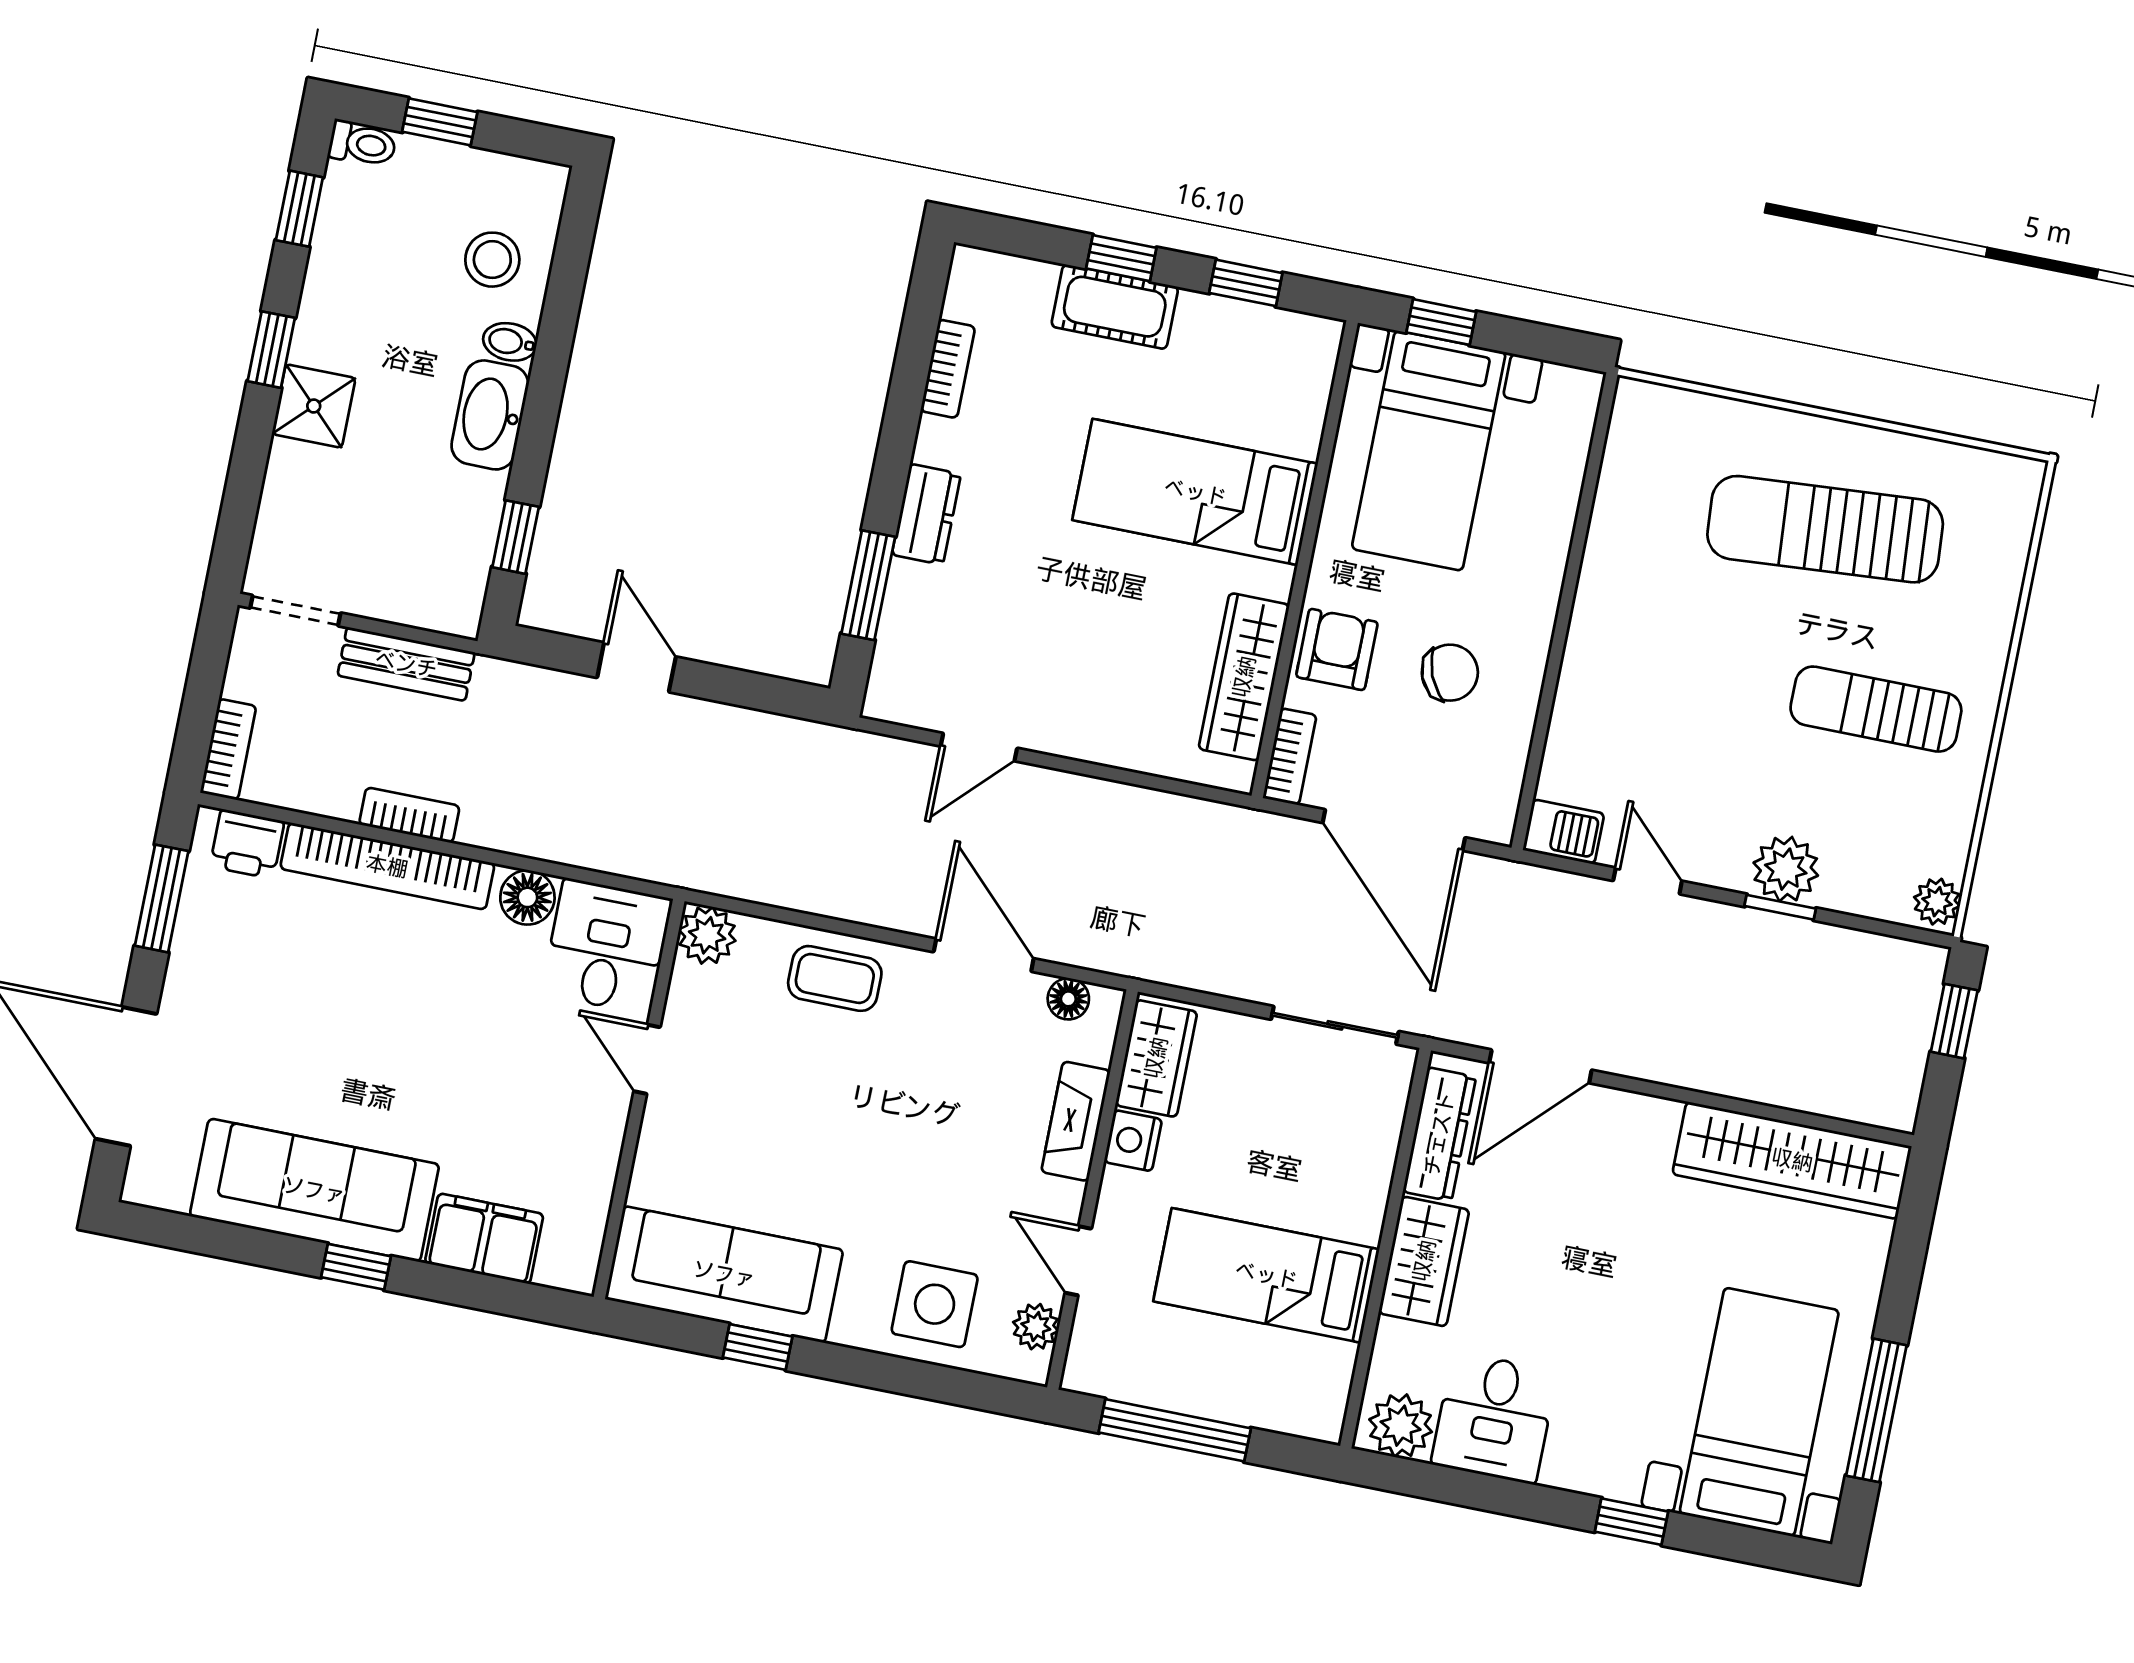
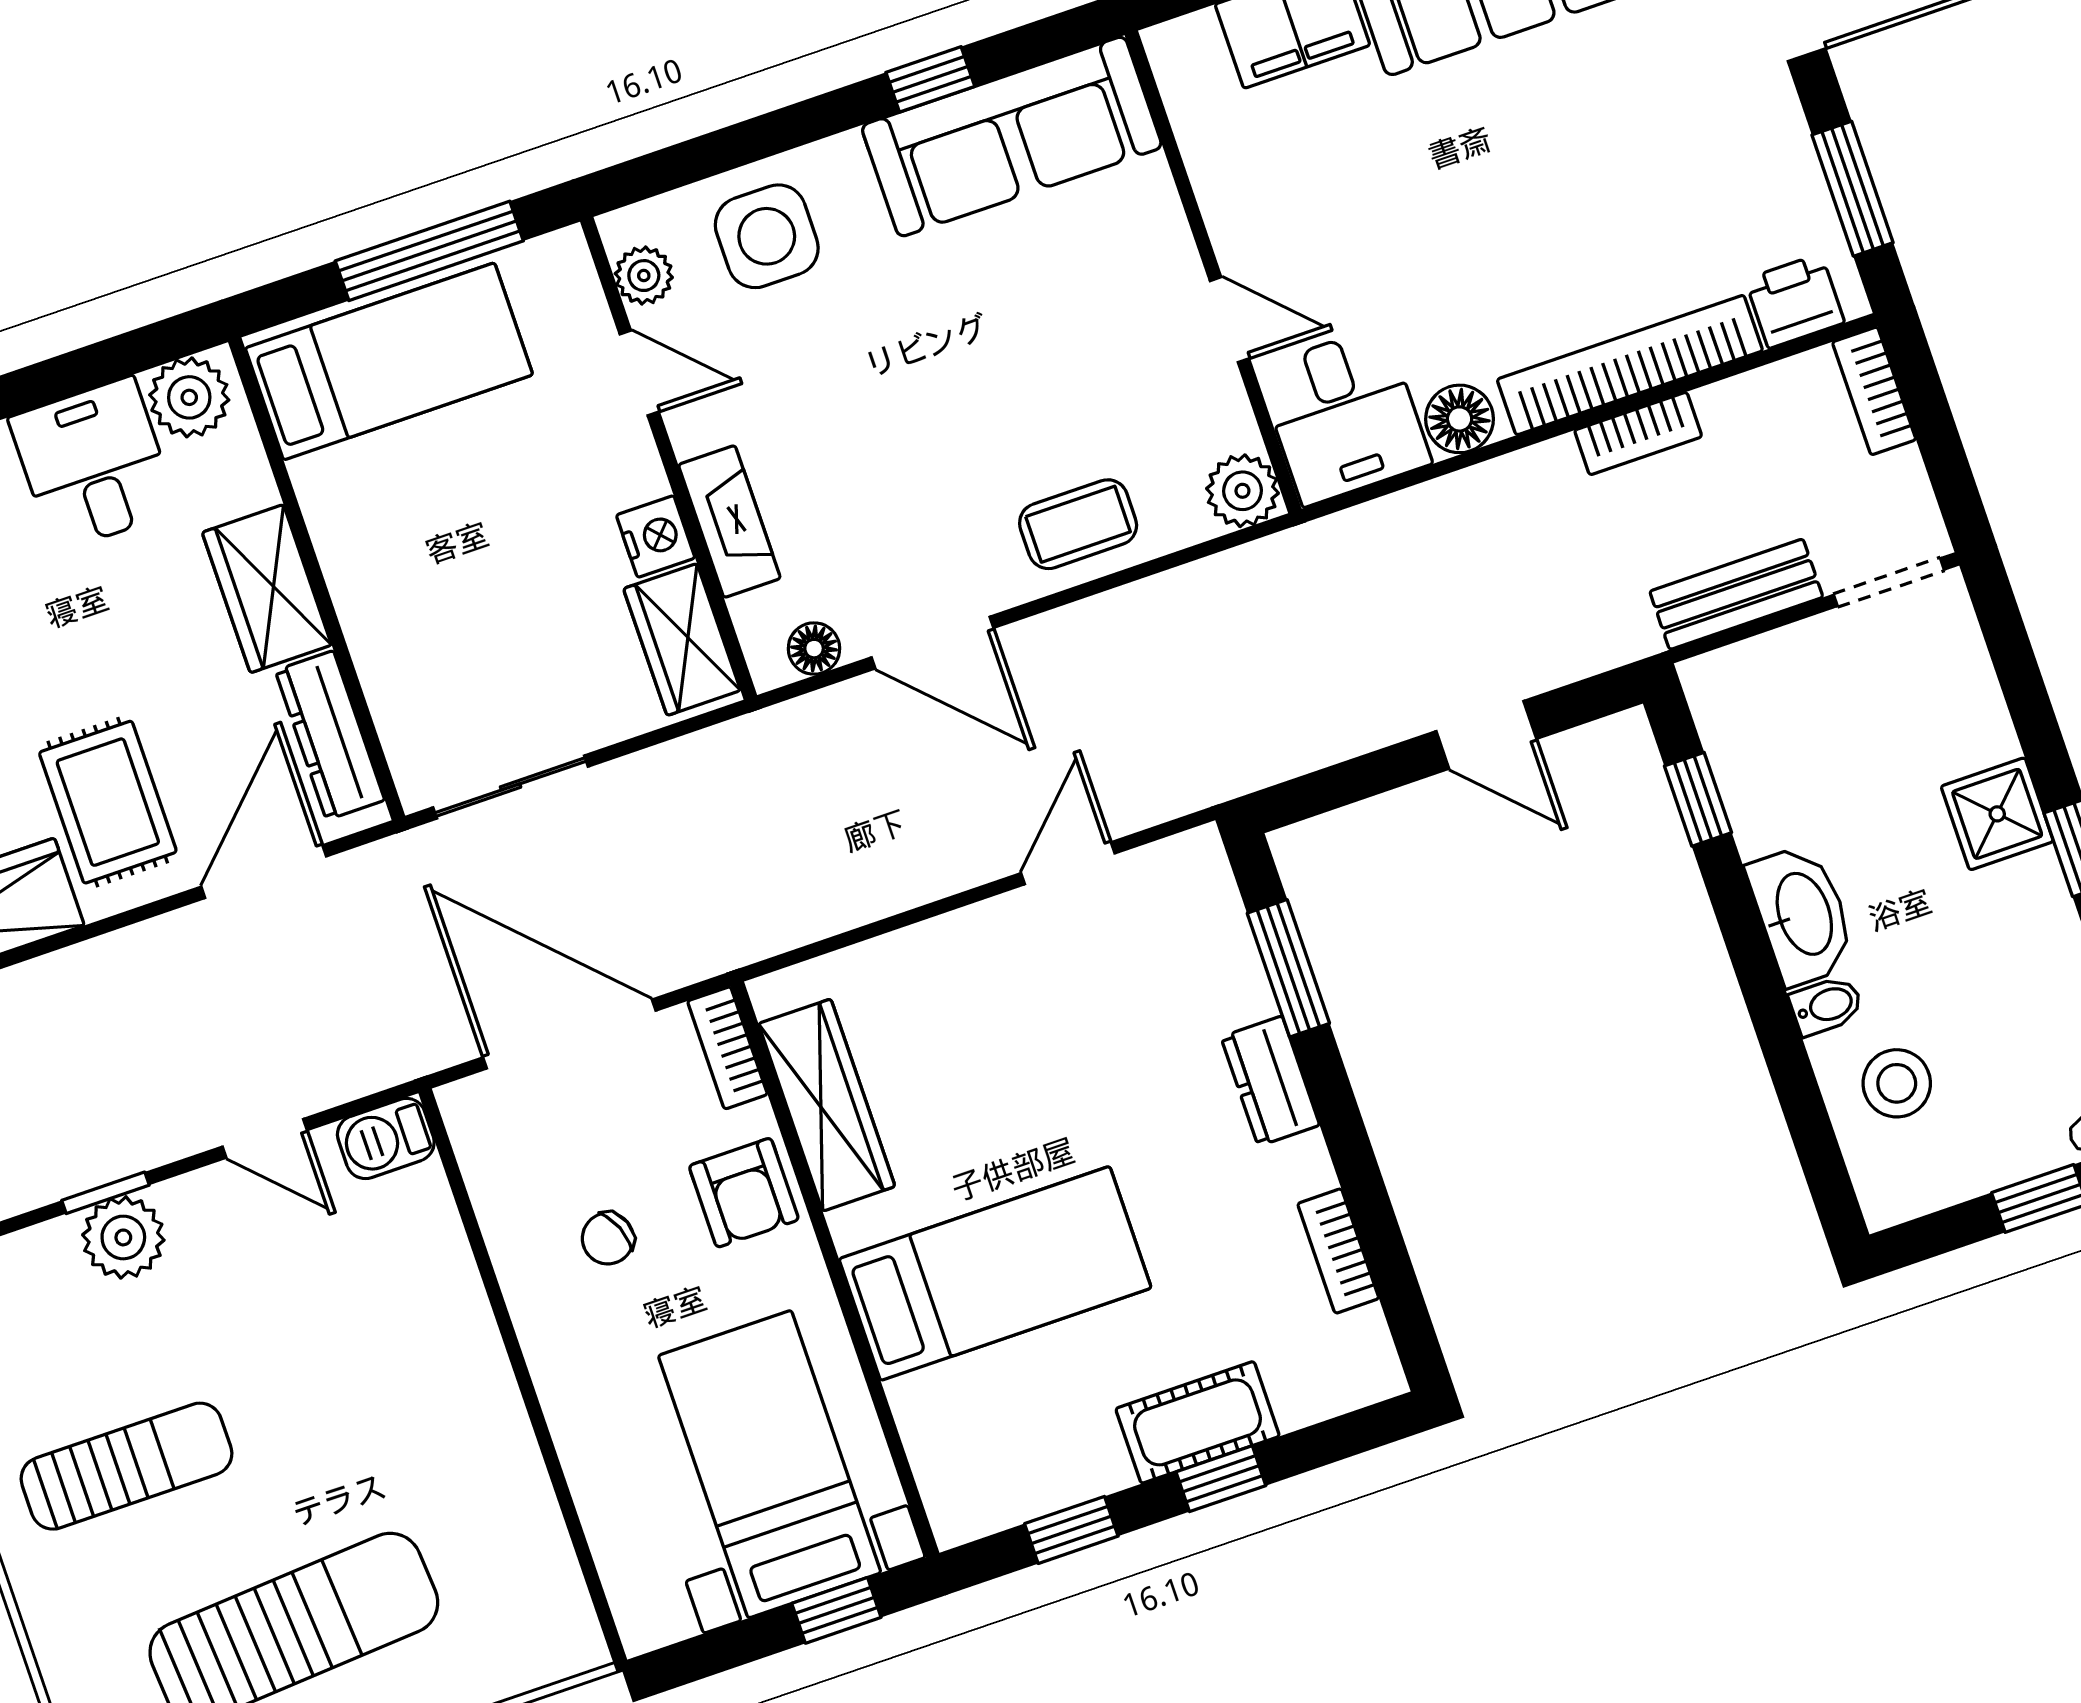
chair: (1450, 673) -> (608, 1238), width x0.73, depth x0.73
rug: (1621, 1178) -> (108, 802), added
bed: (1266, 1275) -> (389, 361), moved

